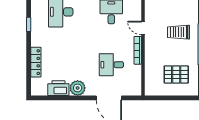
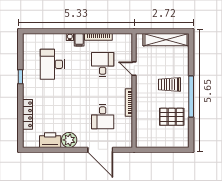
door: (143, 28) -> (134, 69), moved
desk: (111, 65) -> (103, 117), turned -90
pallet: (176, 74) -> (172, 117), moved

